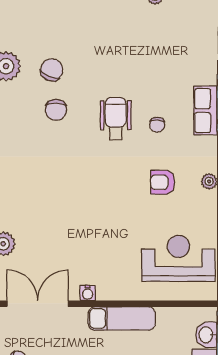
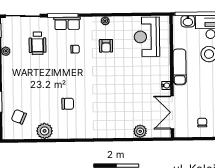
chair: (52, 70) -> (19, 117), moved
wheelchair: (116, 119) -> (37, 43), moved, turned -90

